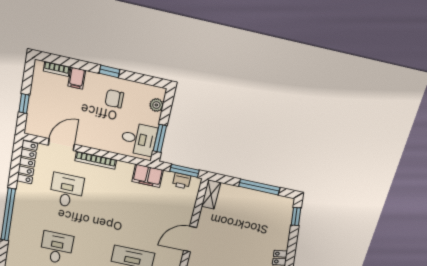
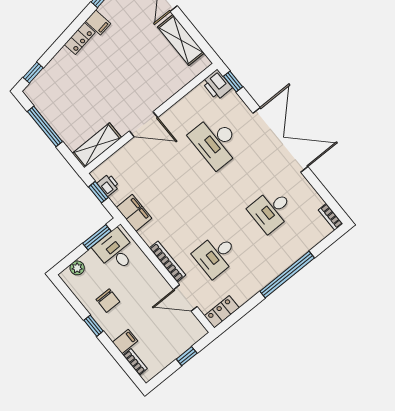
locker: (27, 162) -> (222, 312), width x0.66
window: (185, 171) -> (98, 192), width x0.67
shelving: (211, 194) -> (97, 145), width x1.50, depth x1.33

